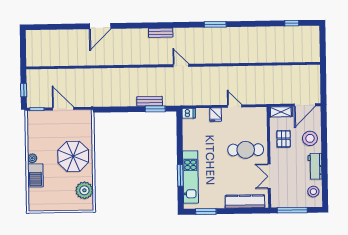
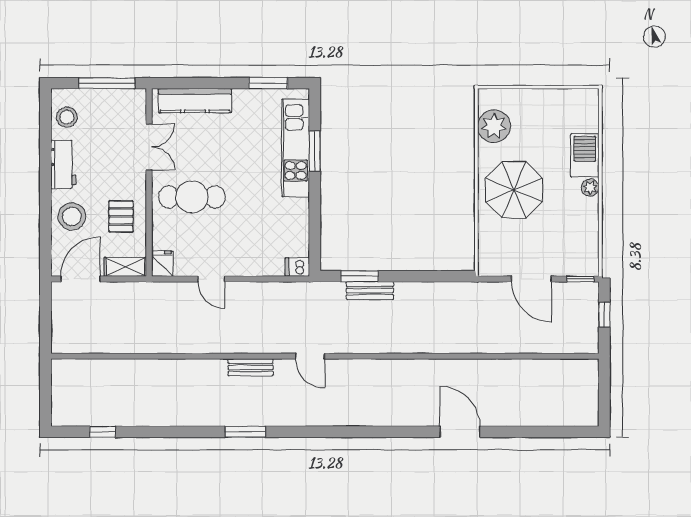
door: (100, 26) -> (460, 432), hinge flipped
bench: (161, 33) -> (251, 367), moved
fridge: (216, 115) -> (162, 264), moved

